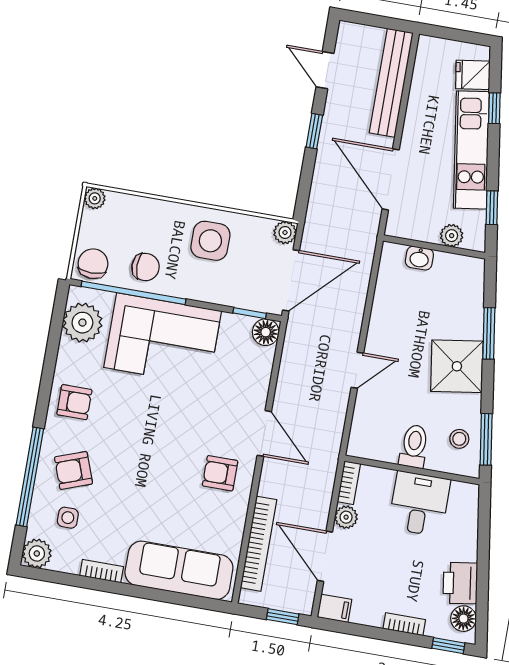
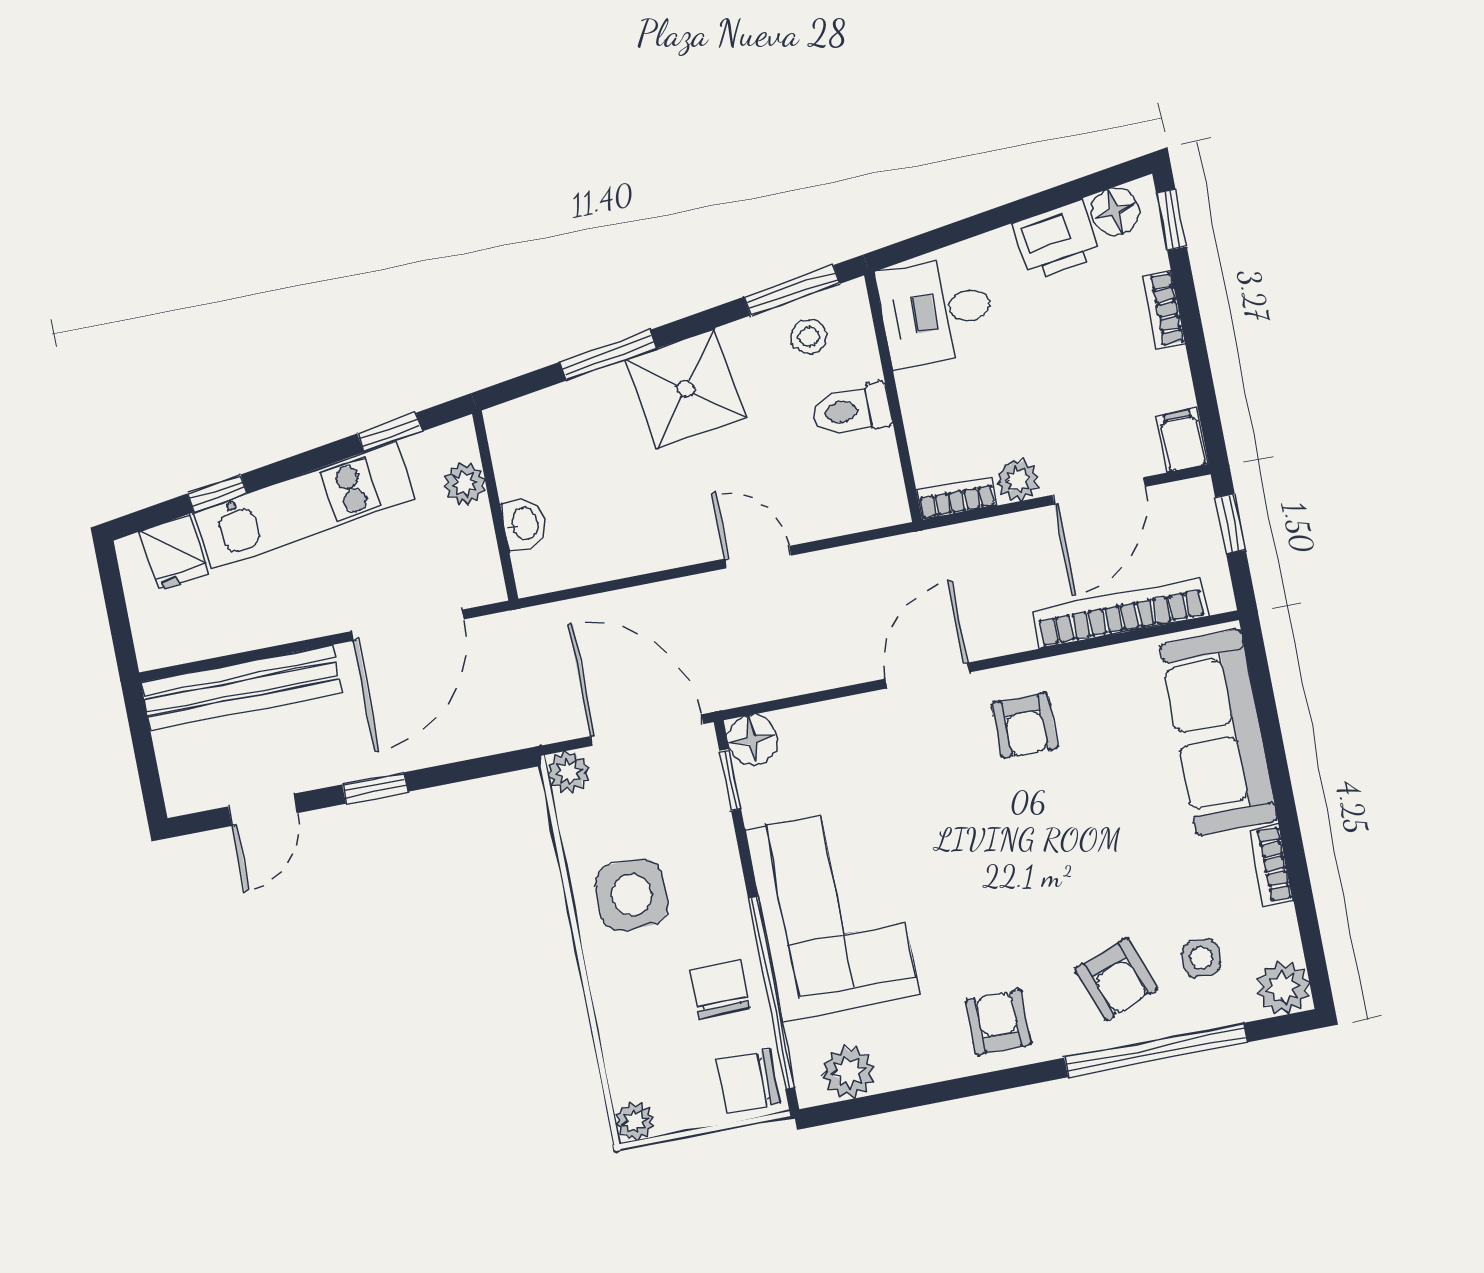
plant: (82, 323) -> (849, 1072), width x0.73, depth x0.73
desk: (419, 504) -> (936, 311), moved

